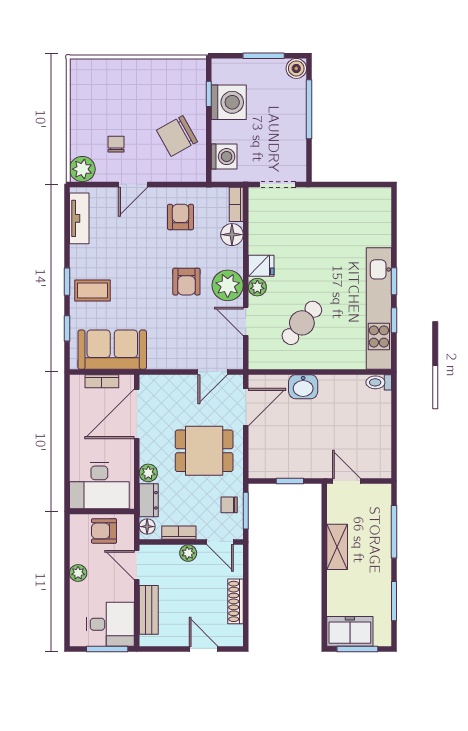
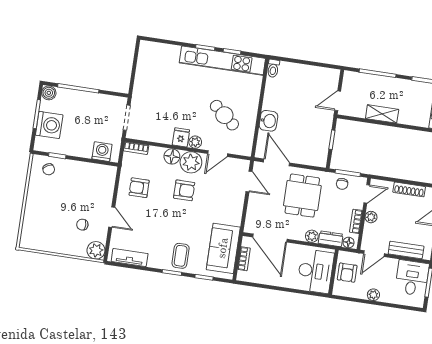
washing machine: (229, 102) -> (49, 125), moved, turned 90
chair: (177, 136) -> (49, 169), moved, width x0.54, depth x0.54
floor lamp: (232, 235) -> (172, 156), moved

